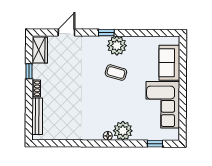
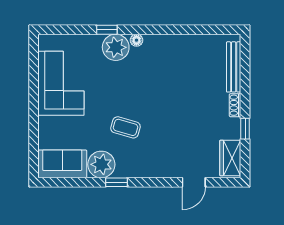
window: (106, 33) -> (116, 182), moved
plant: (117, 46) -> (101, 164), moved
sofa: (169, 63) -> (62, 164), moved, turned -90
window: (155, 144) -> (107, 30), moved

